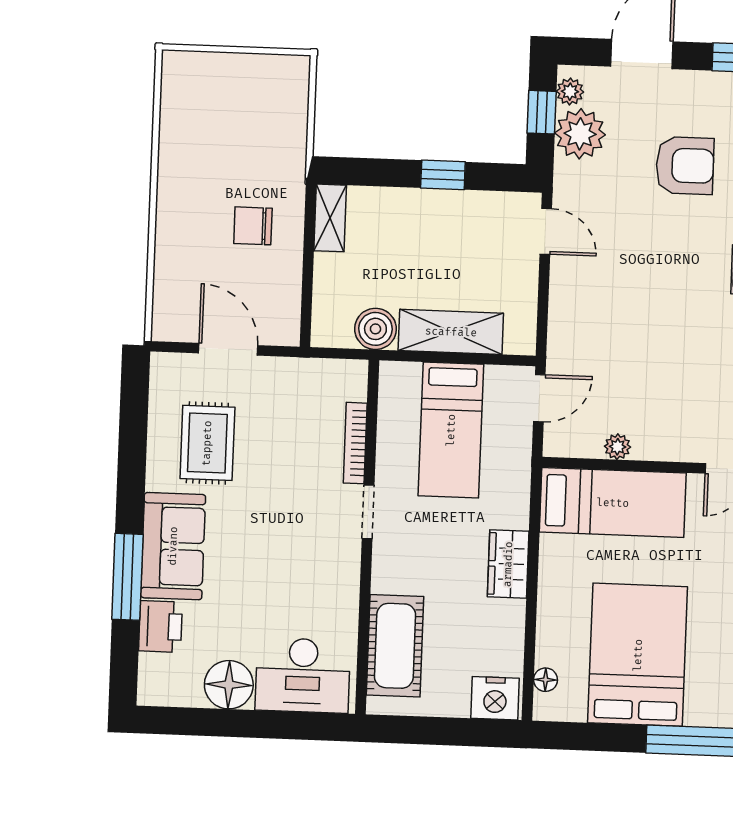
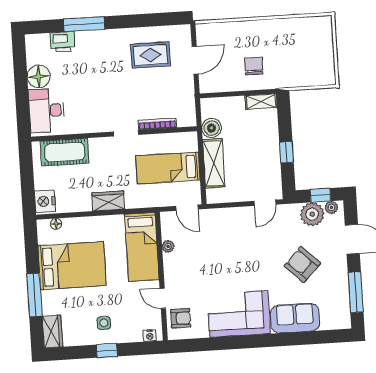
armchair: (685, 166) -> (302, 265), turned 134
sofa: (173, 546) -> (101, 44), removed

